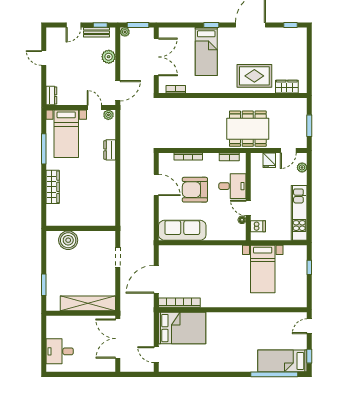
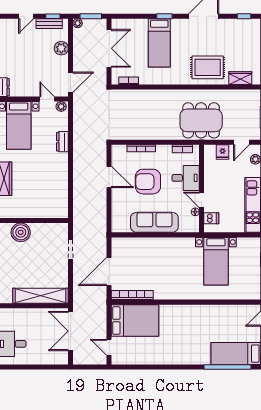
sofa: (182, 230) -> (154, 222), moved

